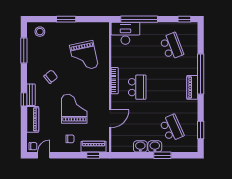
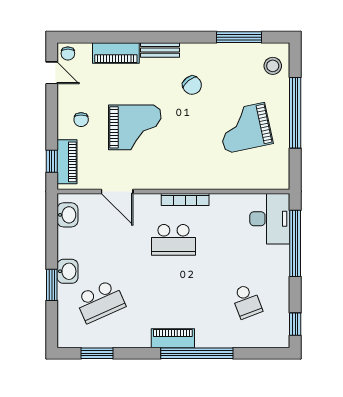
window: (66, 19) -> (295, 113), width x2.11
school desk: (172, 46) -> (247, 301), width x0.54
grand piano: (84, 56) -> (245, 128), moved
window: (24, 99) -> (152, 37), removed
washbasin: (140, 146) -> (67, 215), moved

